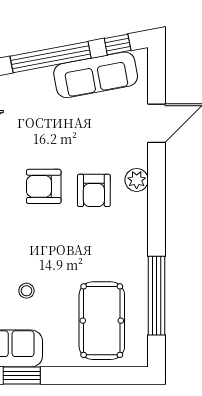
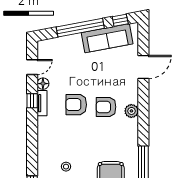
plant: (137, 180) -> (131, 111), moved
armchair: (94, 190) -> (106, 107), turned 90

